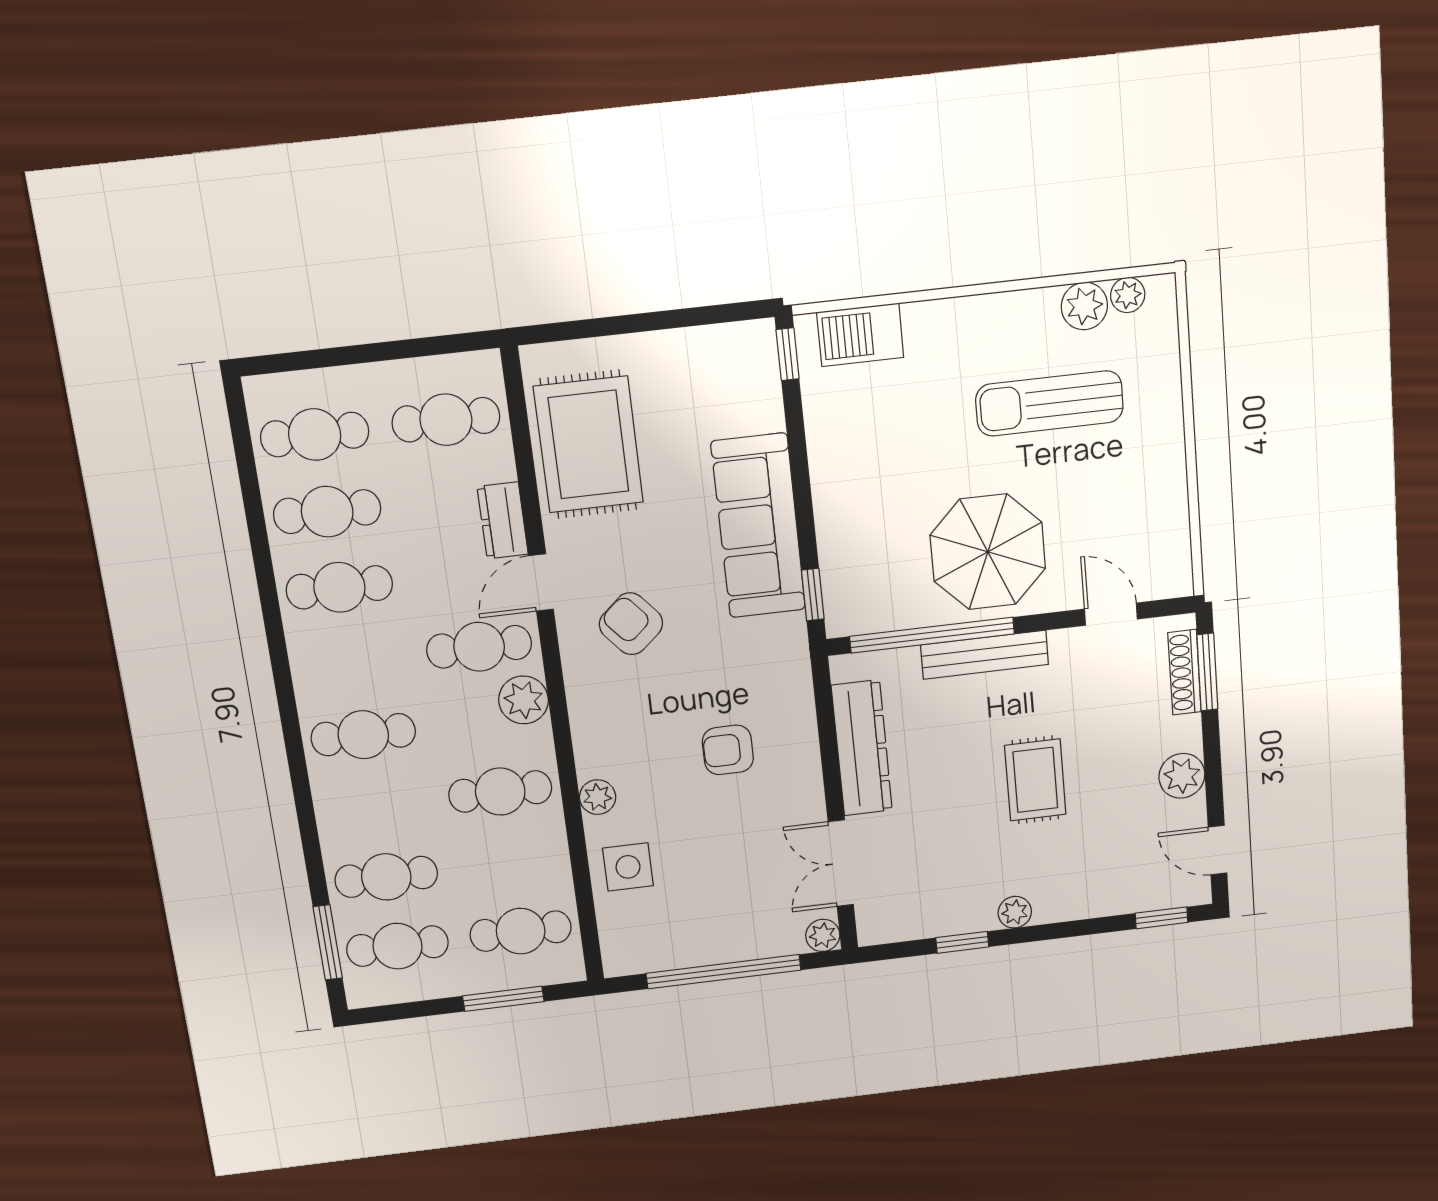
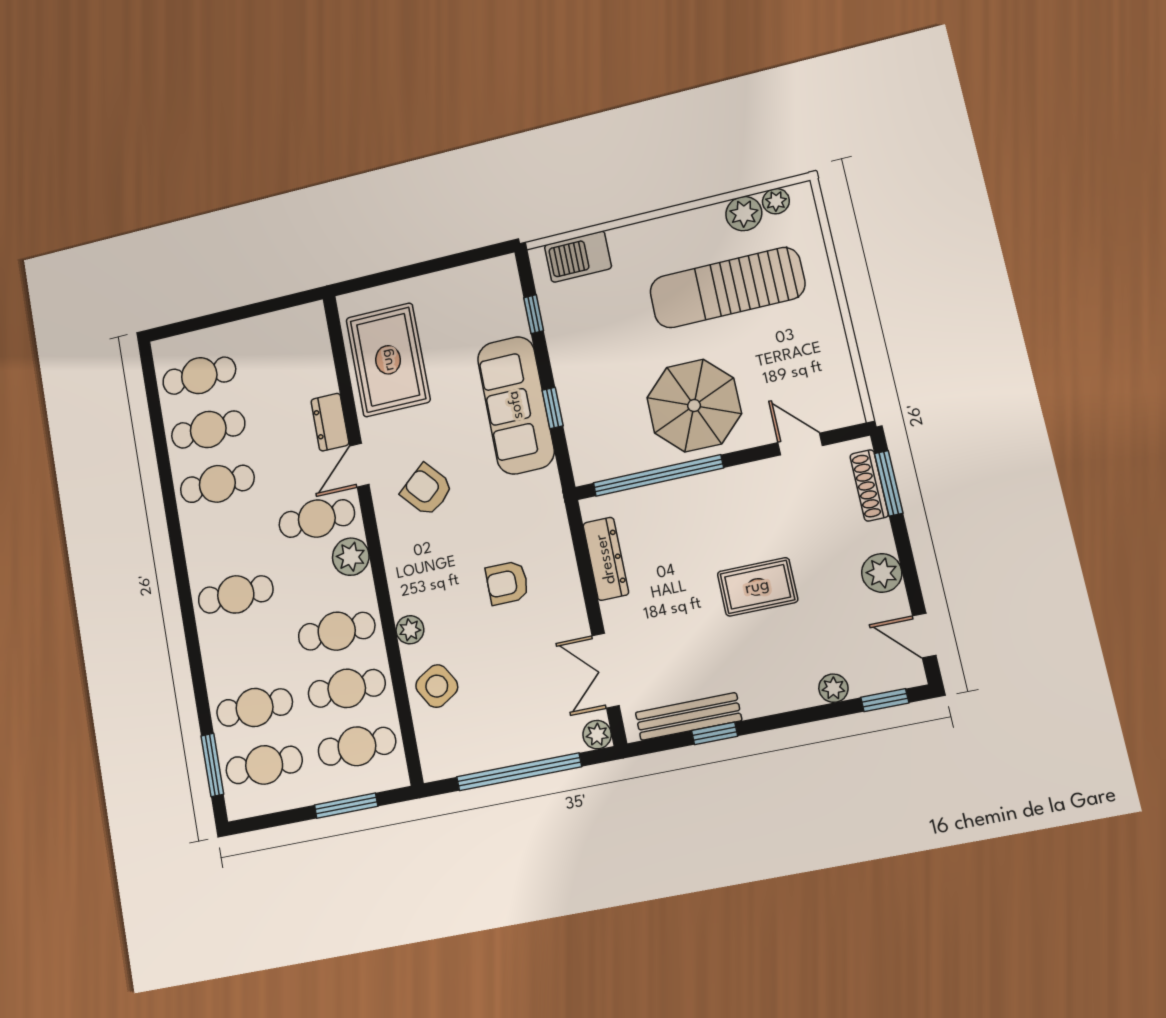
window: (788, 354) -> (534, 314), moved
sun lounger: (1049, 403) -> (727, 288), width x1.36, depth x1.34
cafe table: (446, 420) -> (347, 688), moved
window: (813, 595) -> (553, 408), moved
bench: (985, 655) -> (688, 716), moved
dresser: (862, 748) -> (606, 559), width x0.73, depth x0.80
rug: (1035, 780) -> (757, 587), turned 90
side table: (628, 867) -> (437, 686), turned -31
plant: (1015, 912) -> (833, 688), moved

